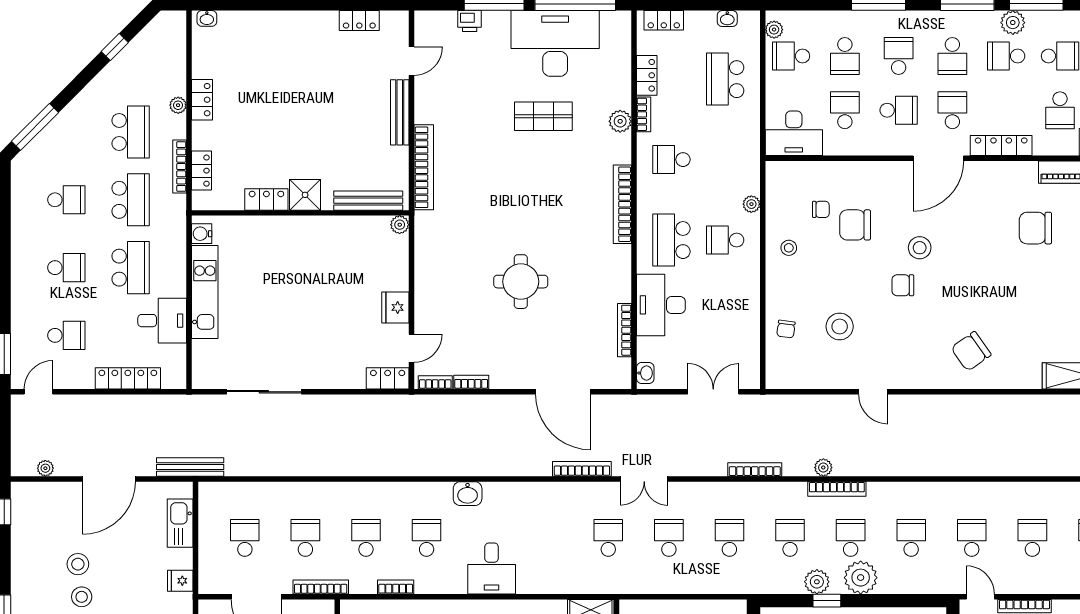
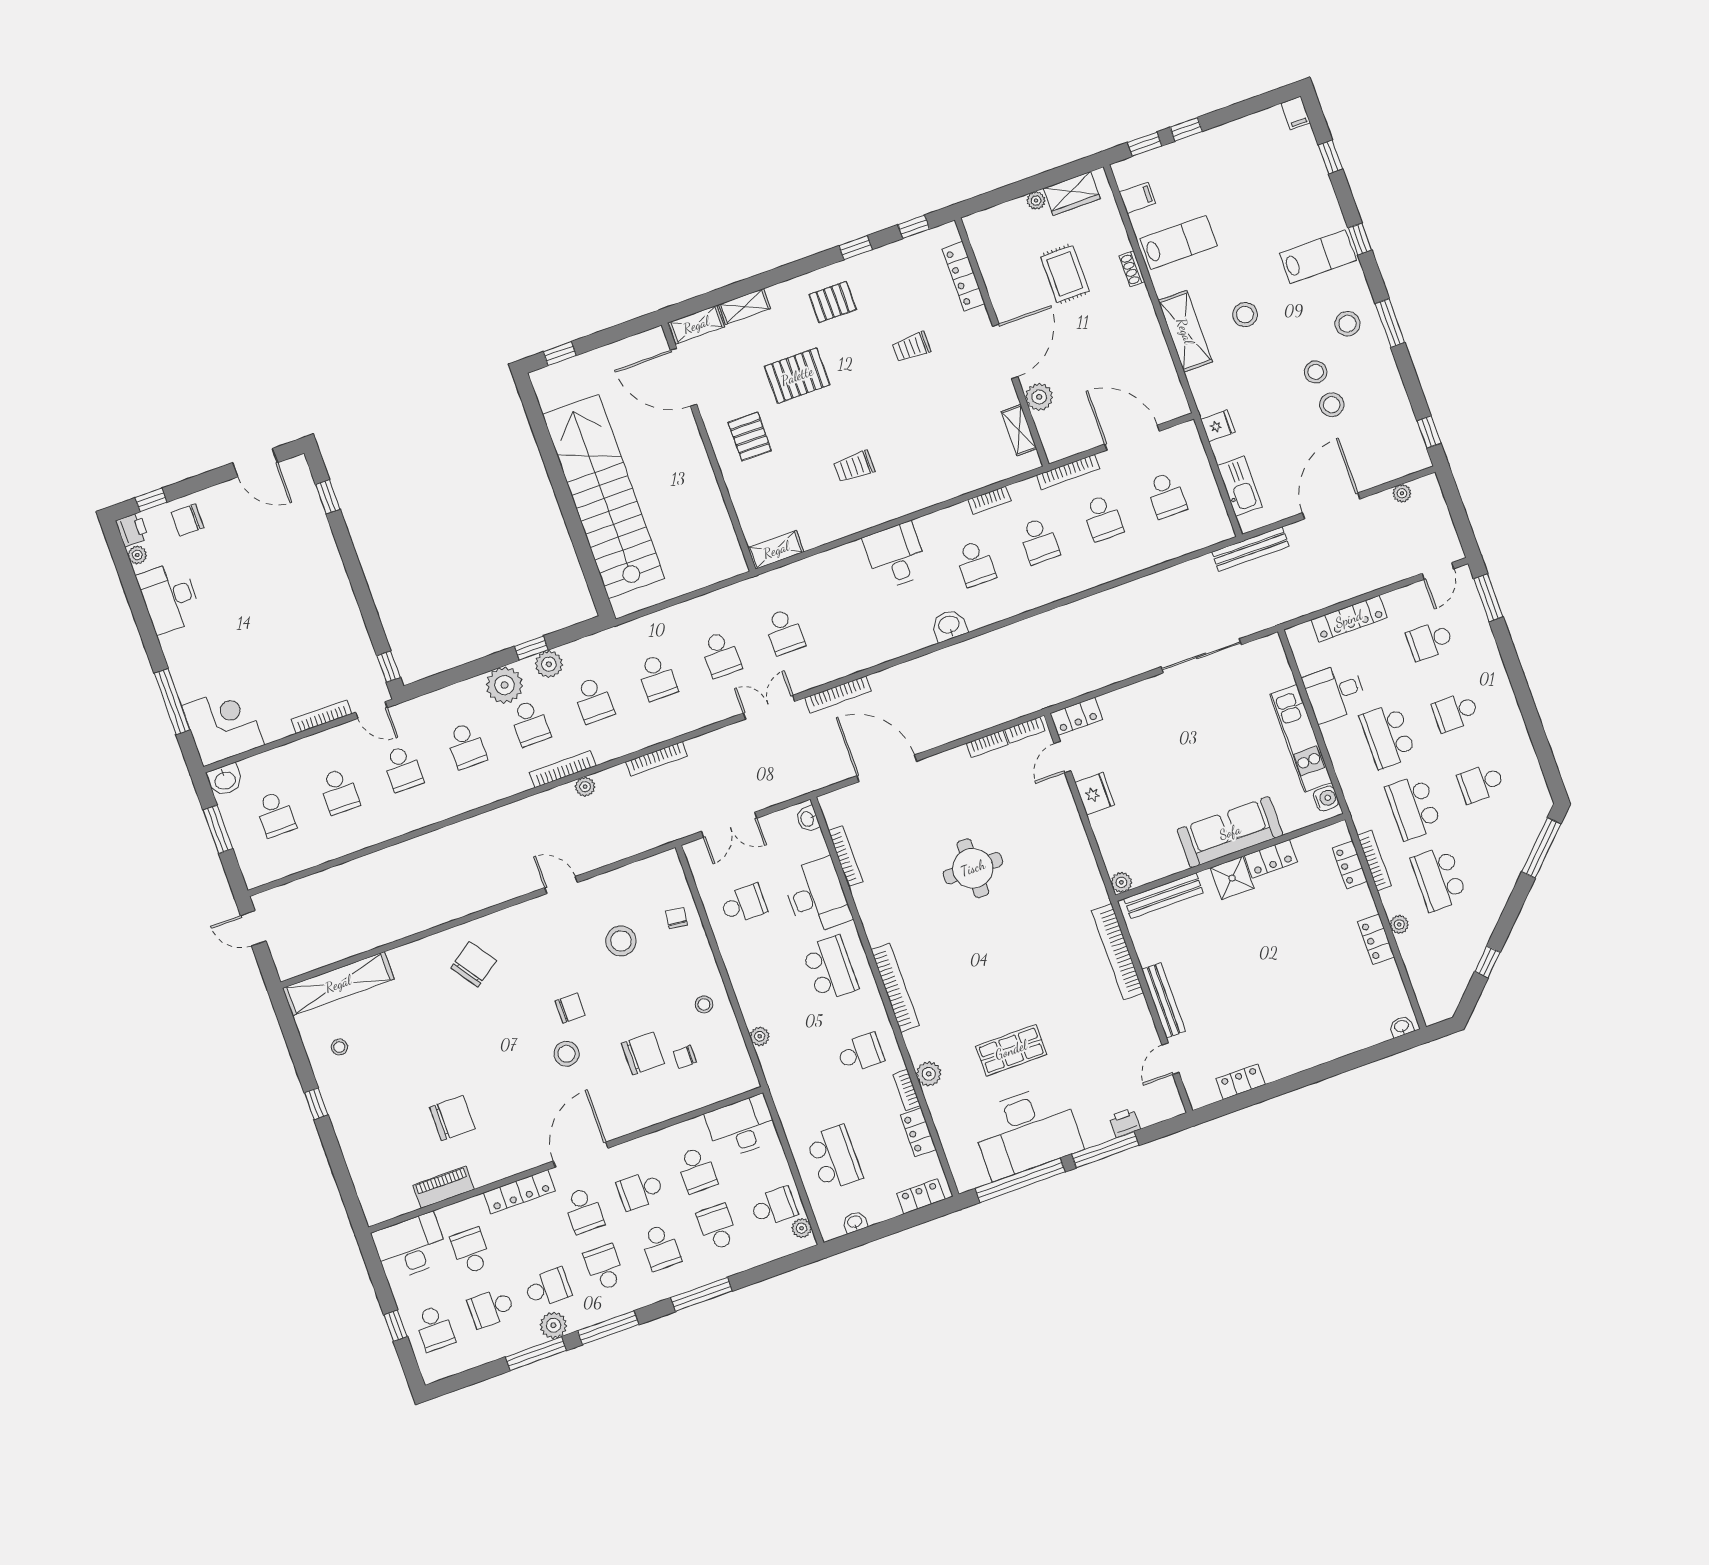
sofa: (293, 234) -> (1230, 832), added
school desk: (725, 240) -> (743, 904), moved

